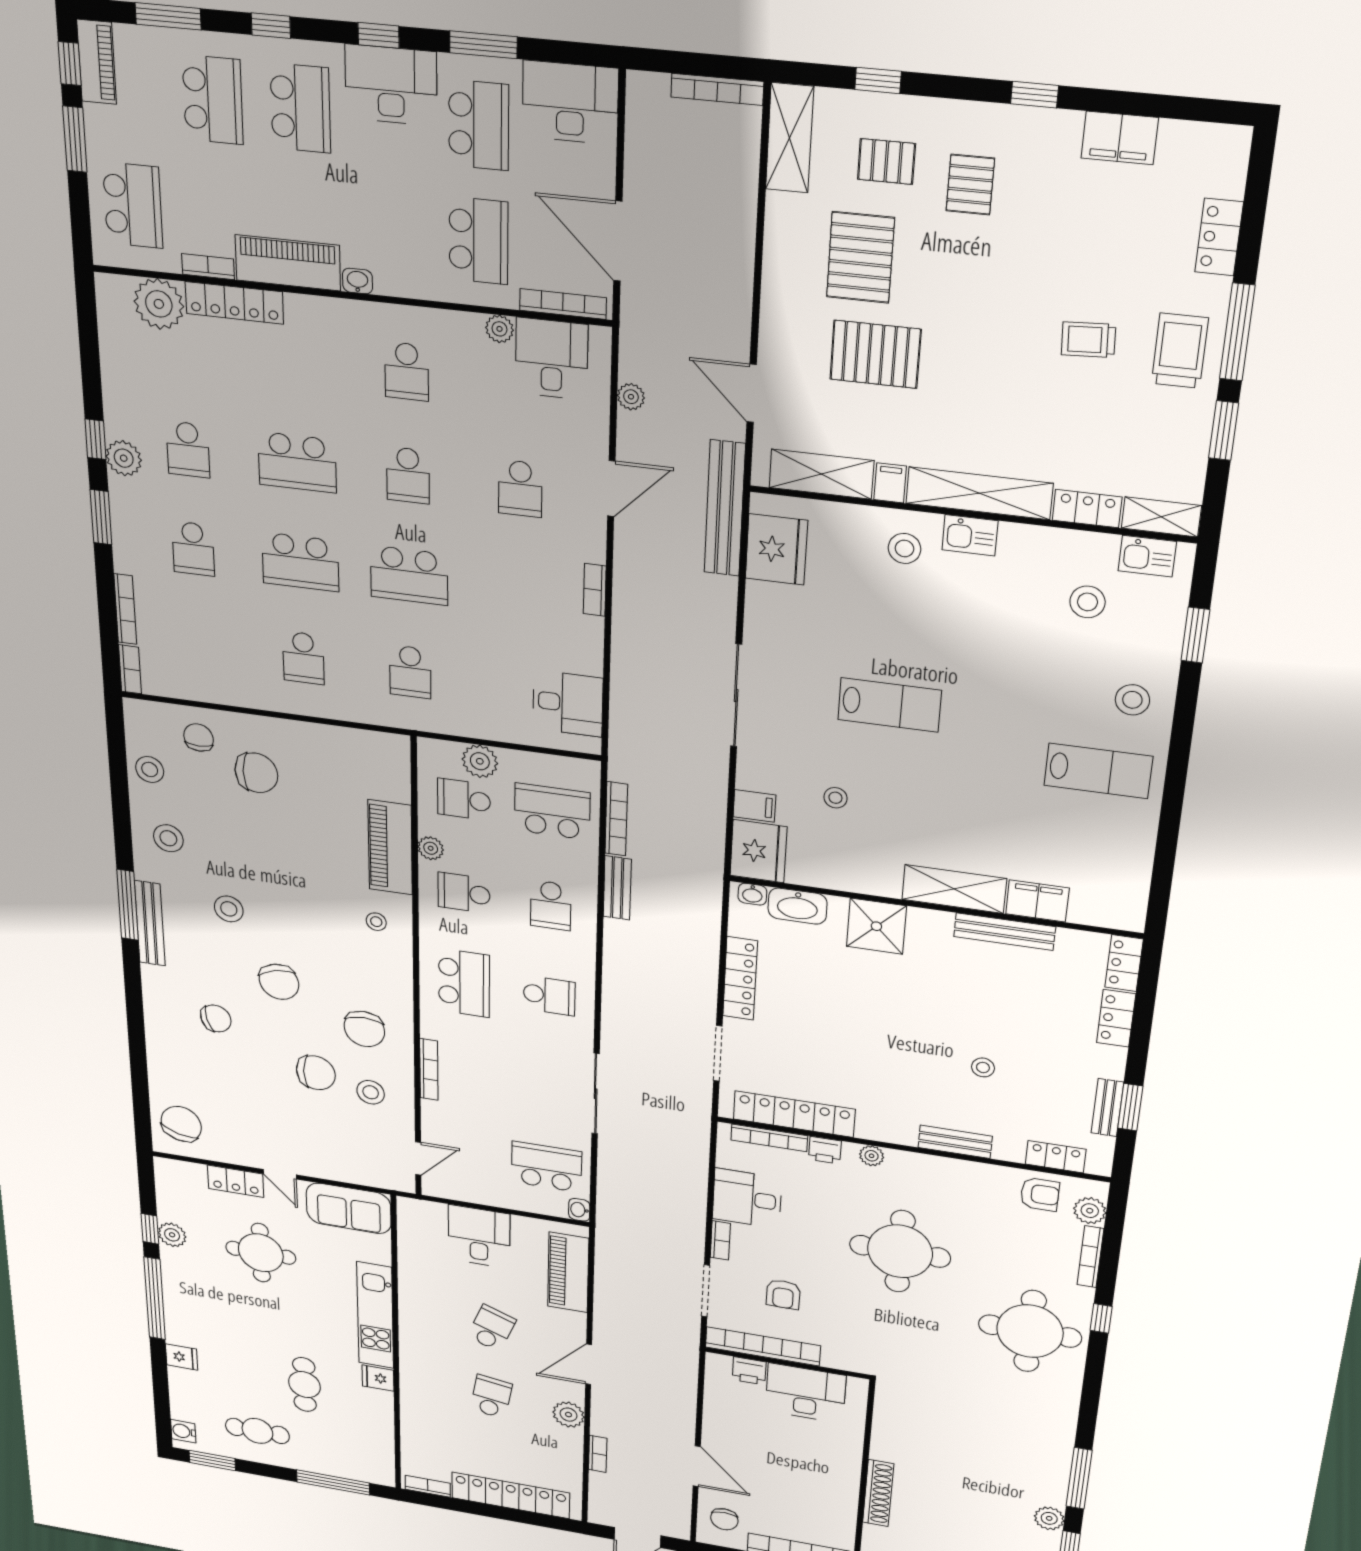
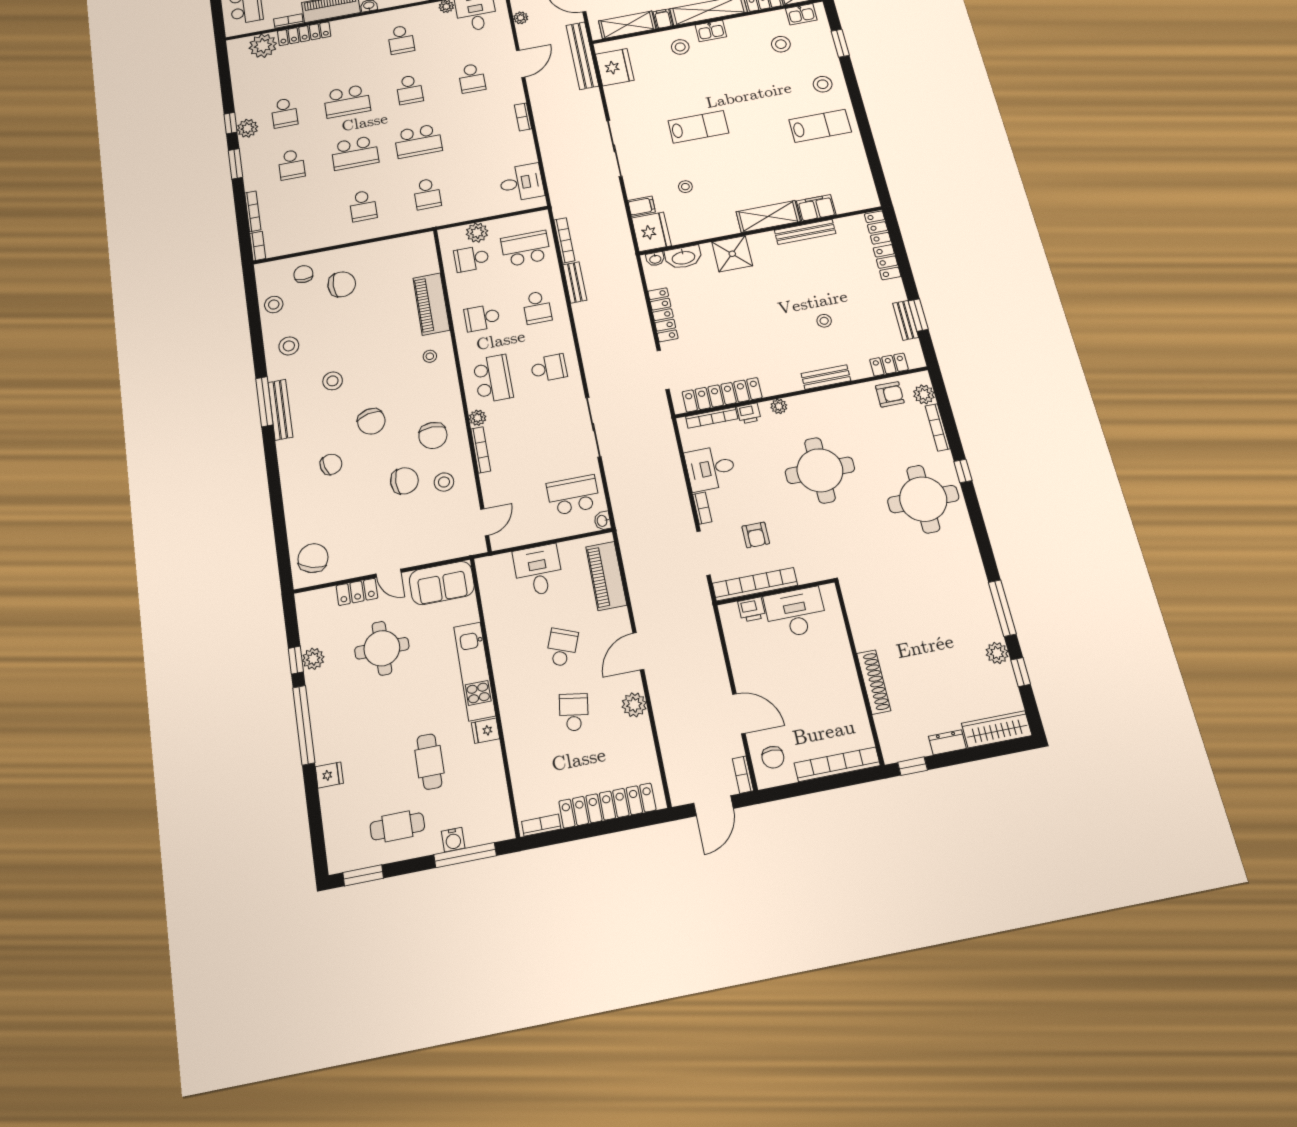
plant: (431, 848) -> (478, 418), moved
water cooler: (183, 1431) -> (453, 840), moved, turned -90
bookcase: (598, 1454) -> (743, 775), moved, turned 180

